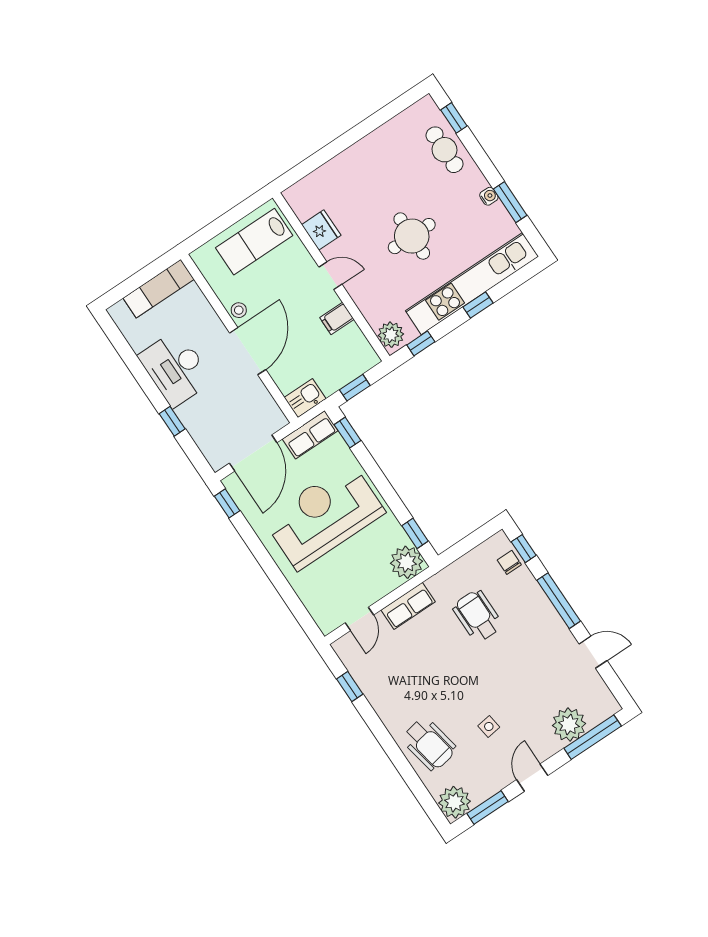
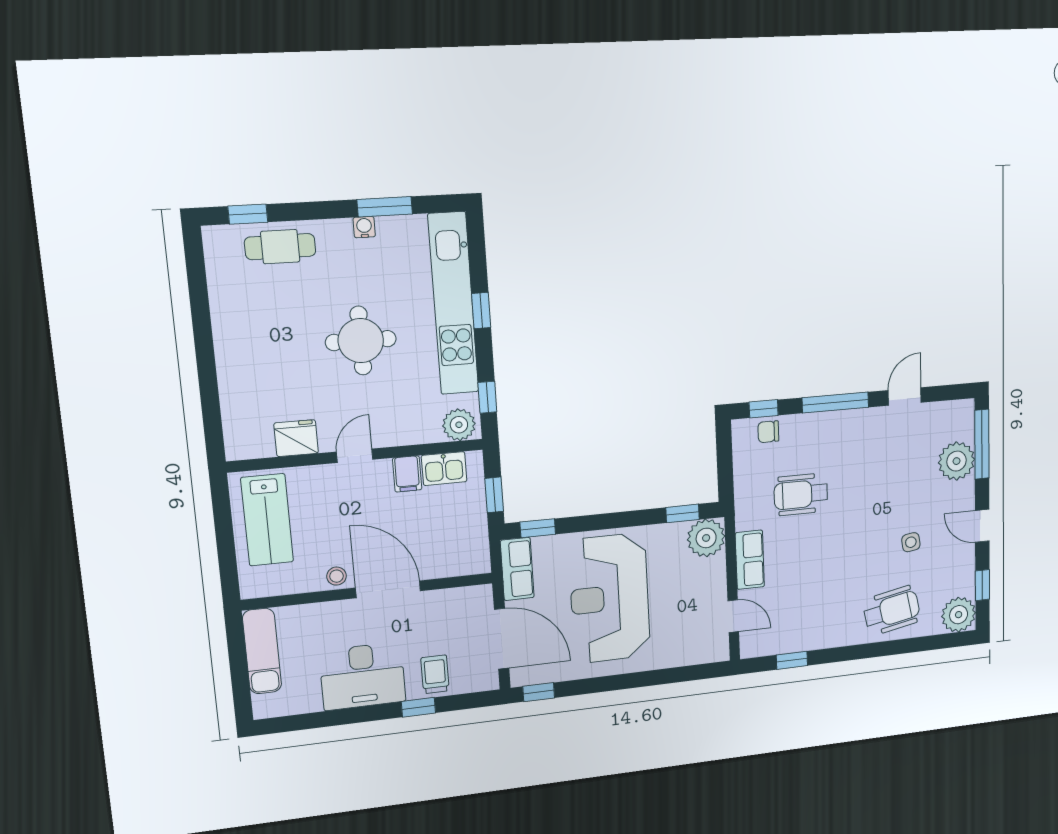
kitchen sink: (305, 398) -> (444, 469), moved, turned -90
trolley: (203, 419) -> (435, 674), added
window: (487, 808) -> (982, 585), width x0.67

